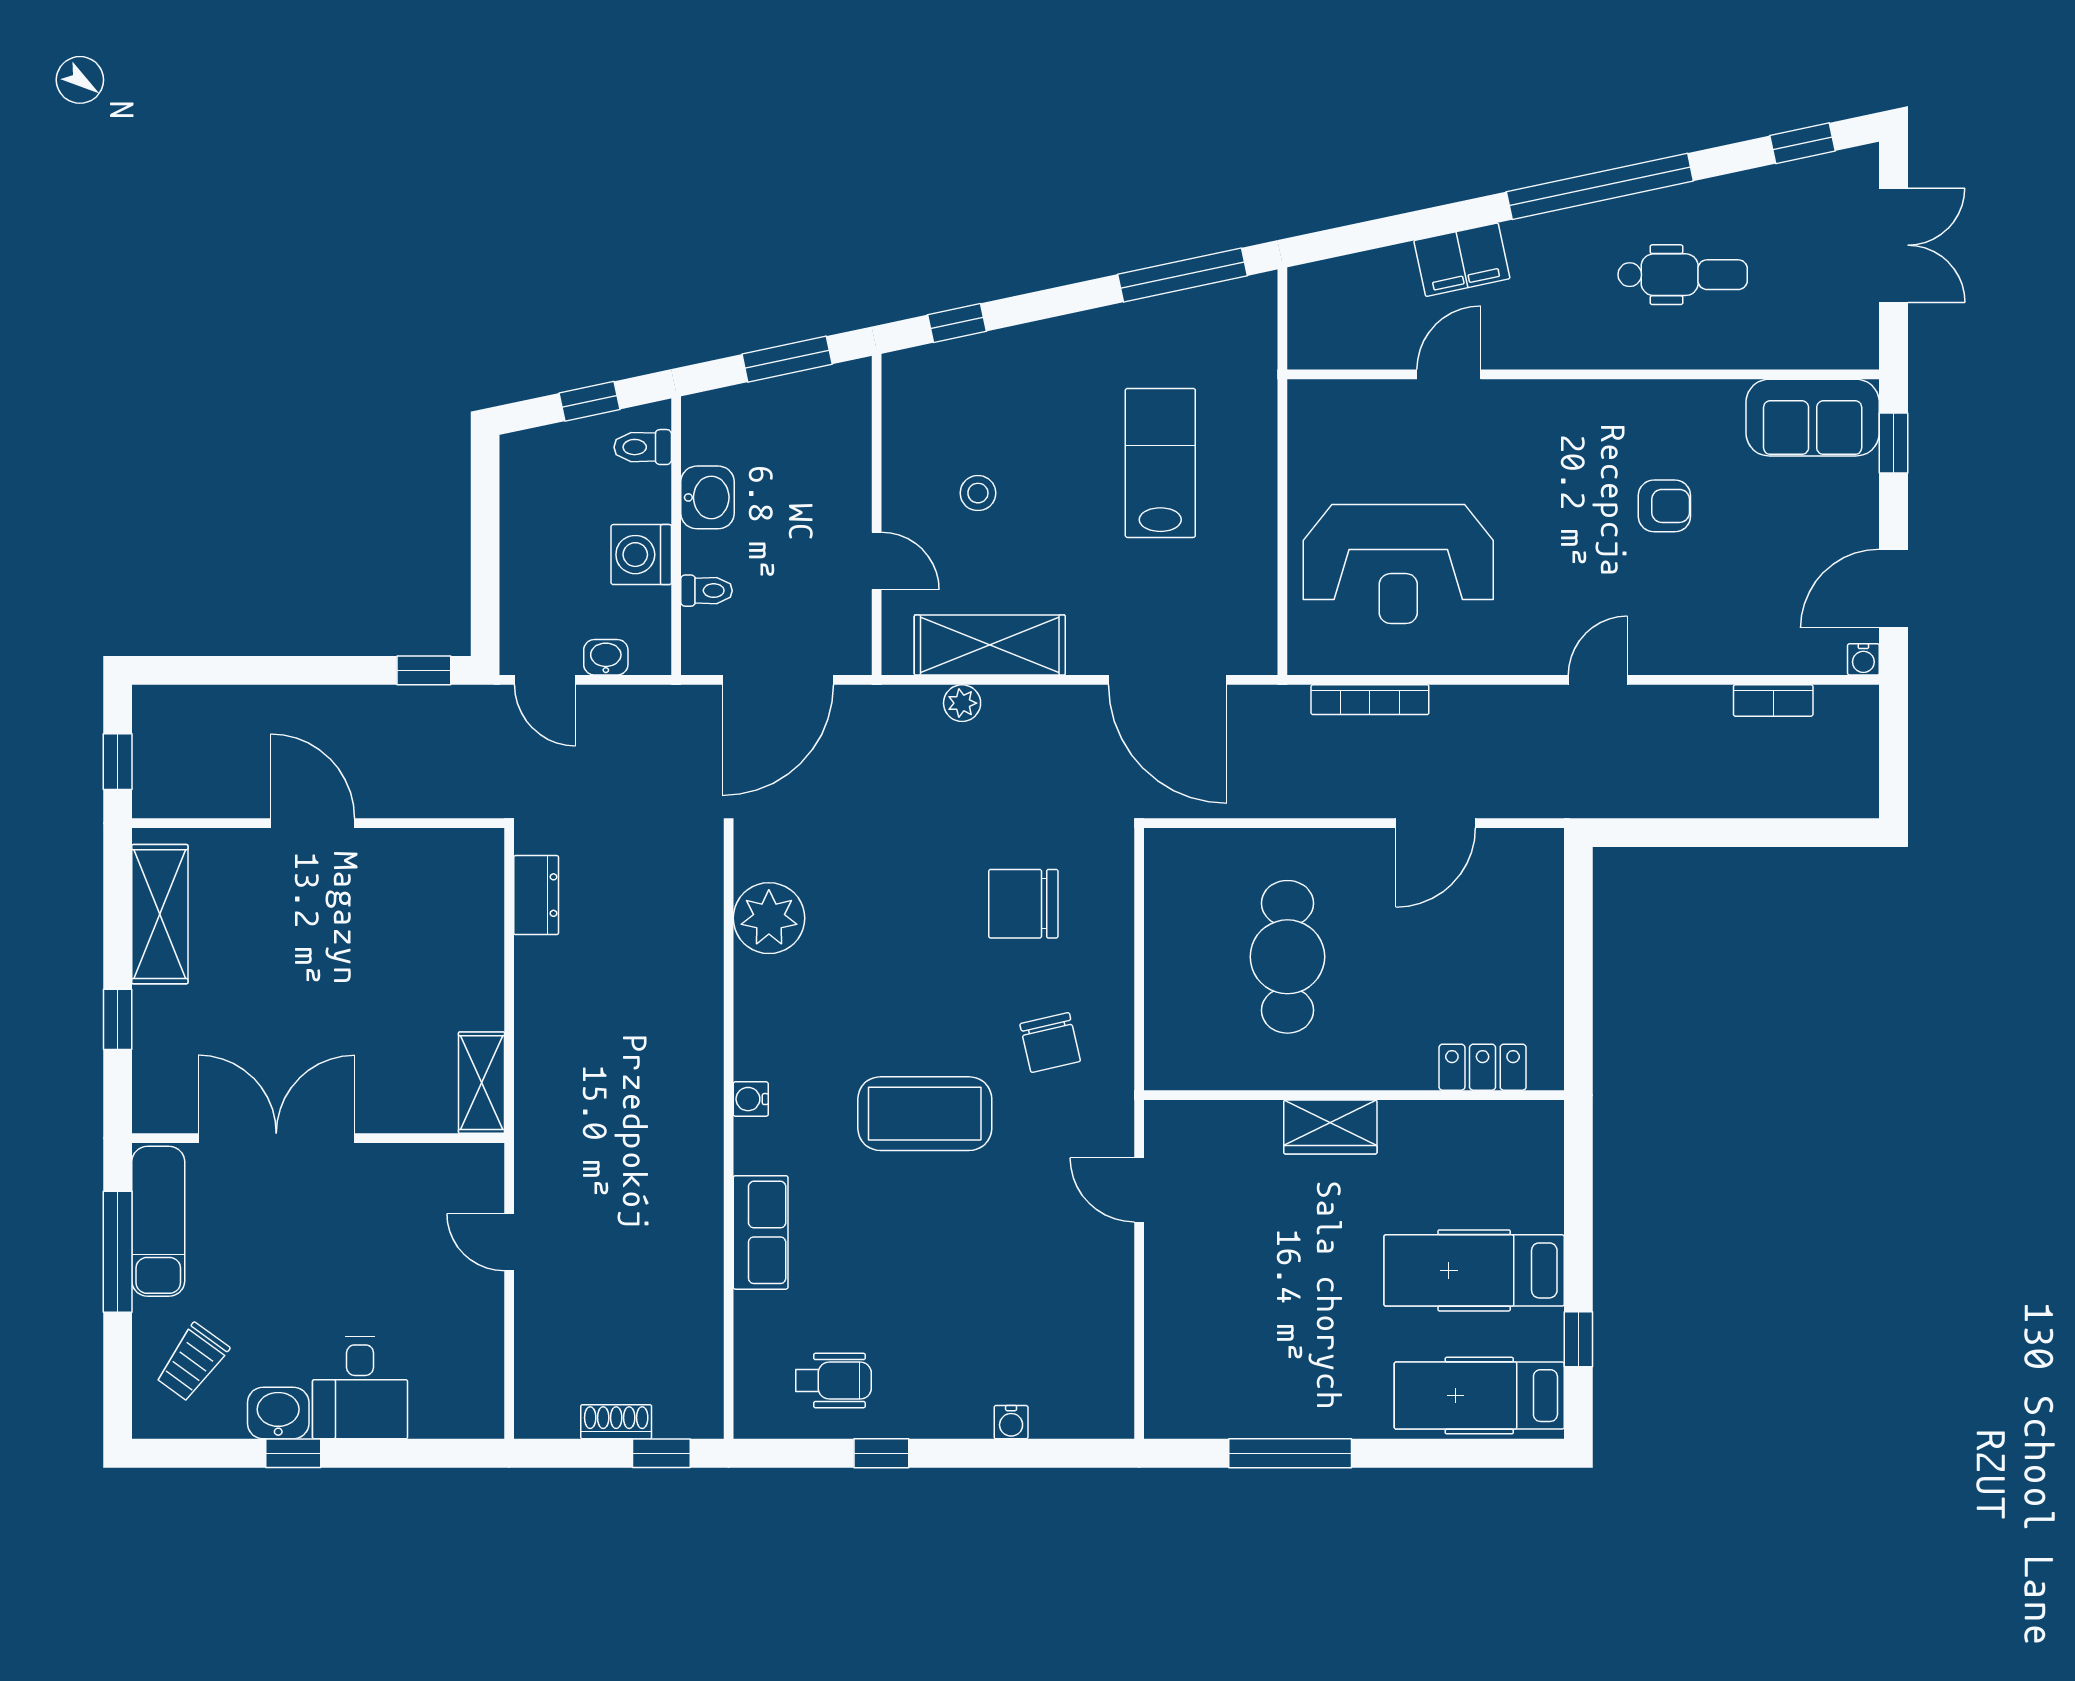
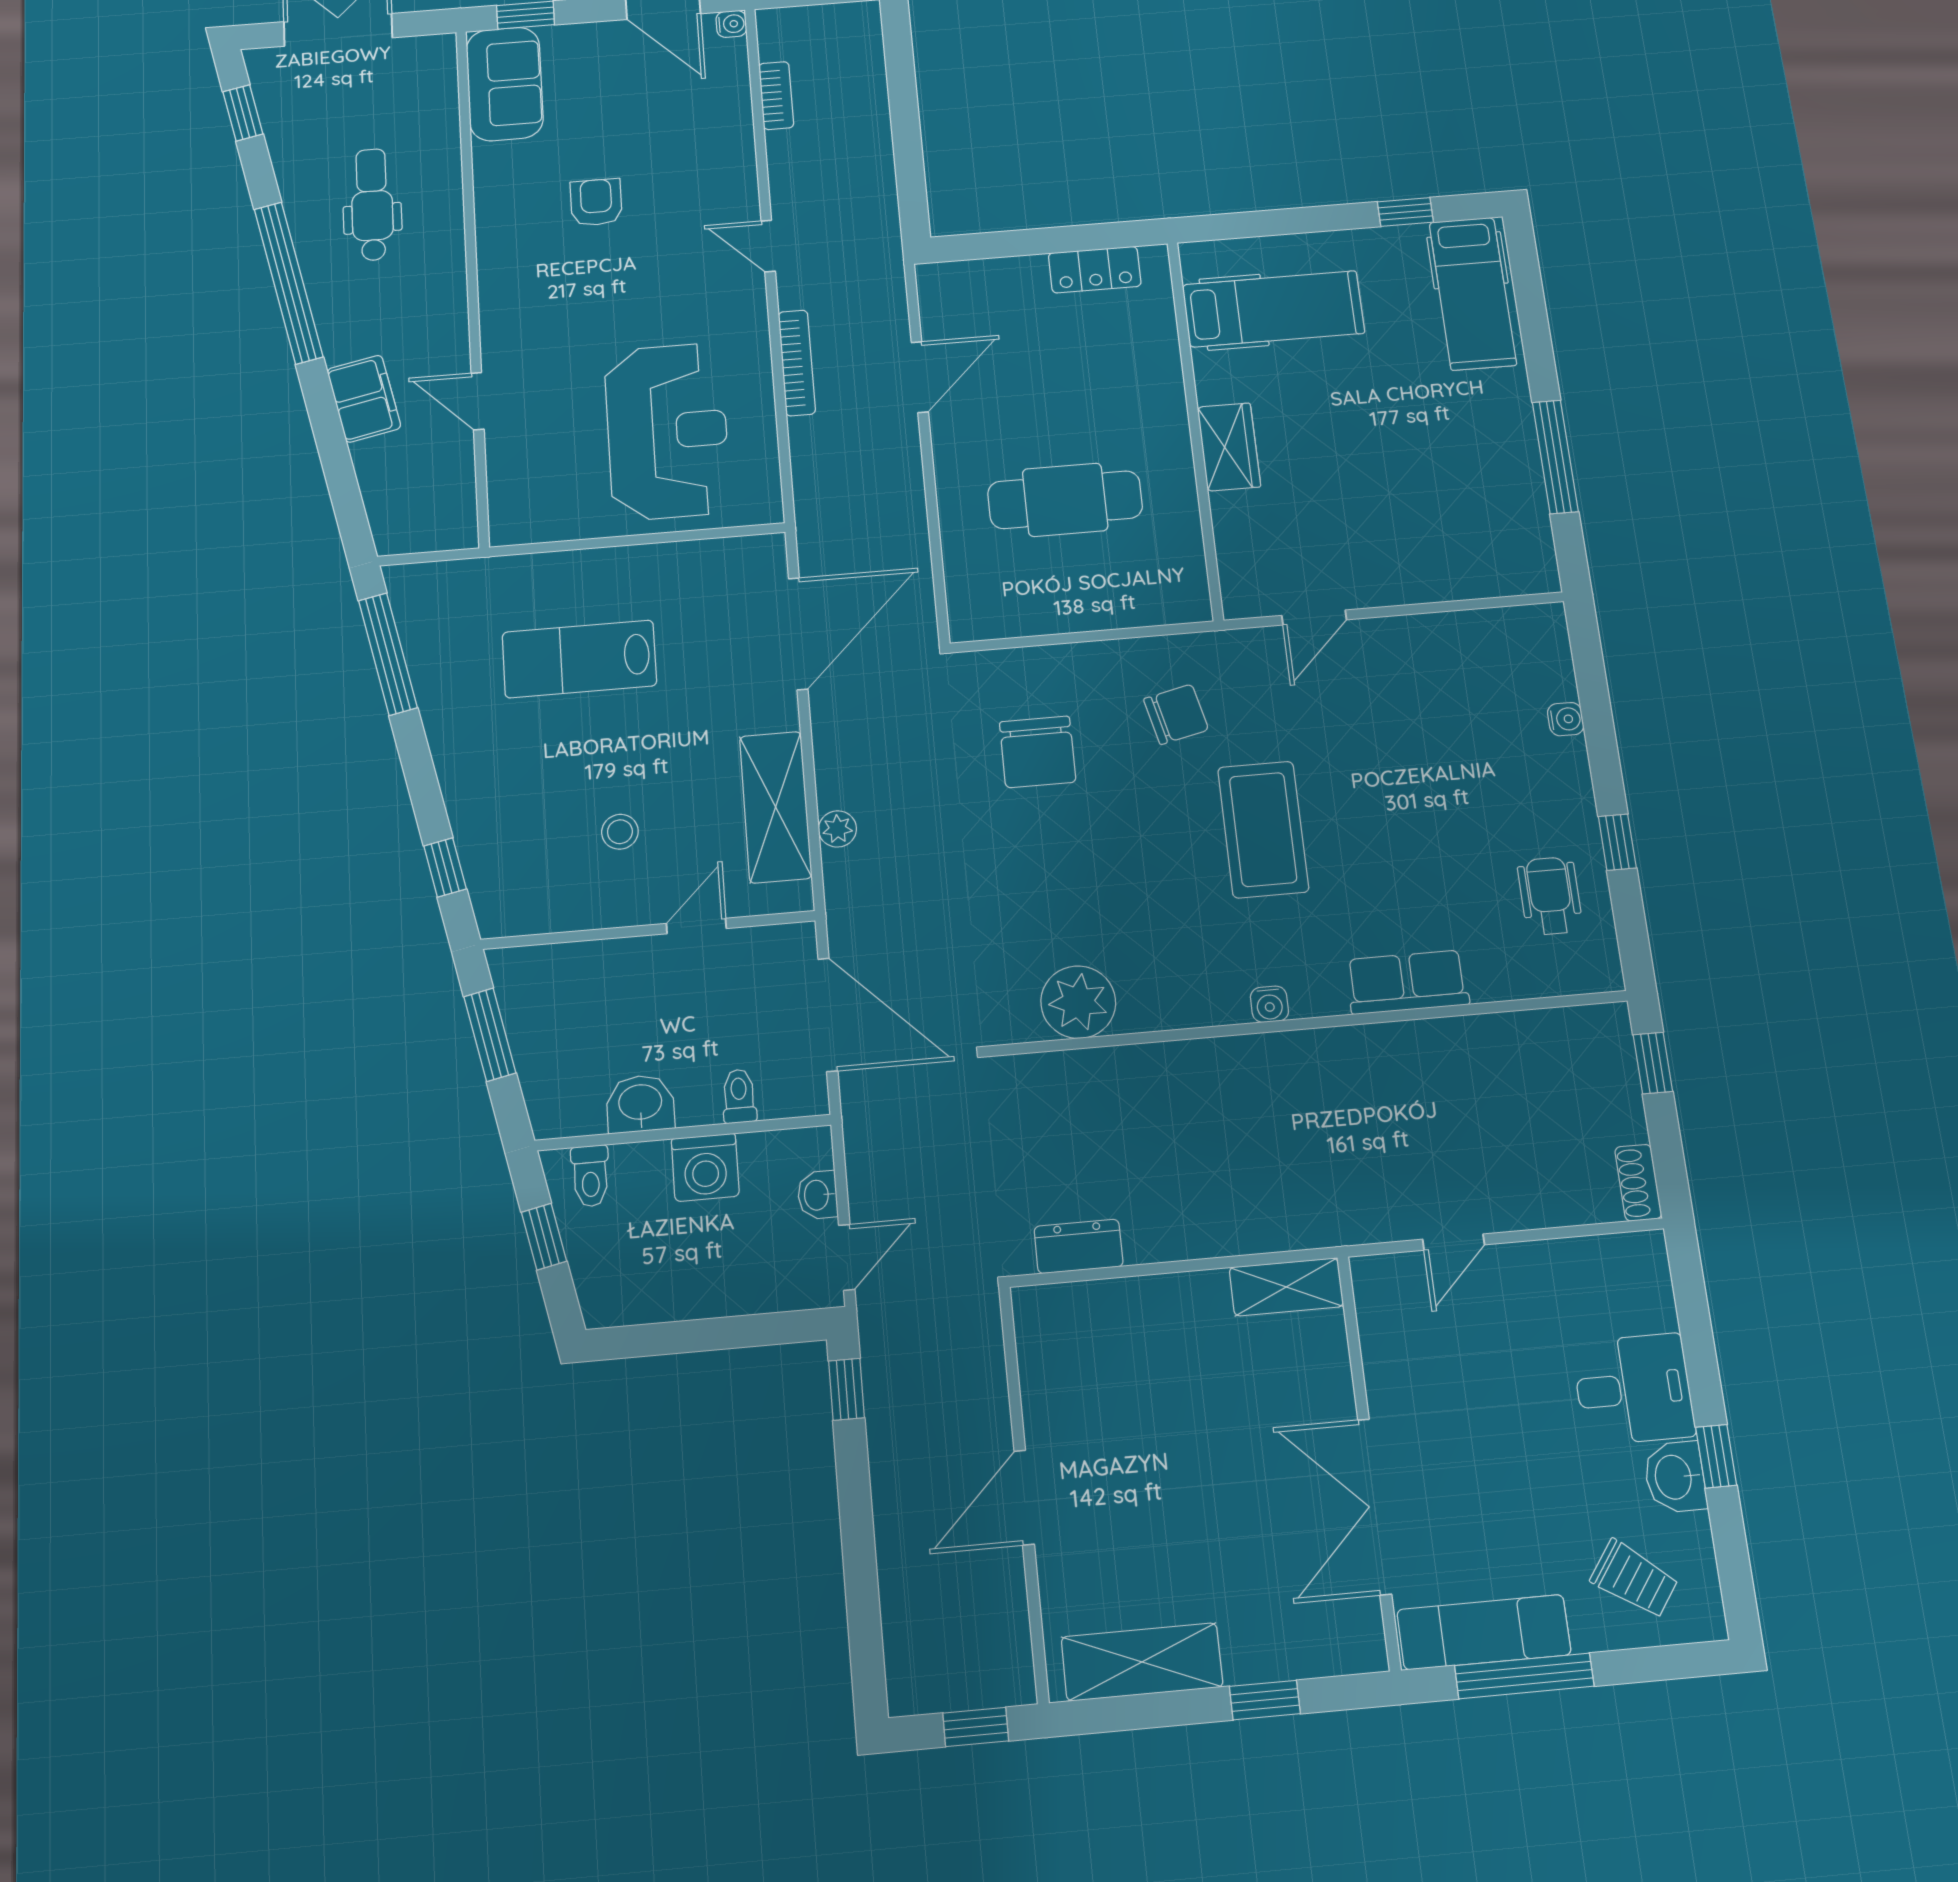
bookcase: (1370, 700) -> (797, 363), moved
door: (1436, 823) -> (920, 377), hinge flipped
locker: (1483, 1067) -> (1095, 270), moved, turned -90
hospital bed: (1474, 1270) -> (1273, 309), moved, turned -90
shoe rack: (616, 1422) -> (1638, 1183), moved

